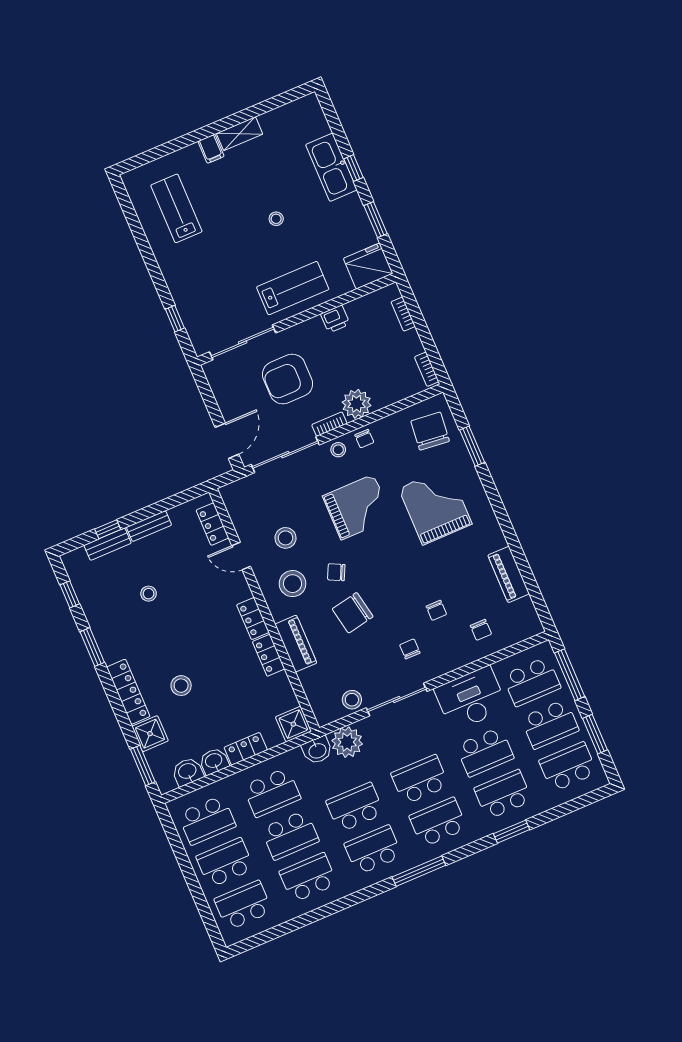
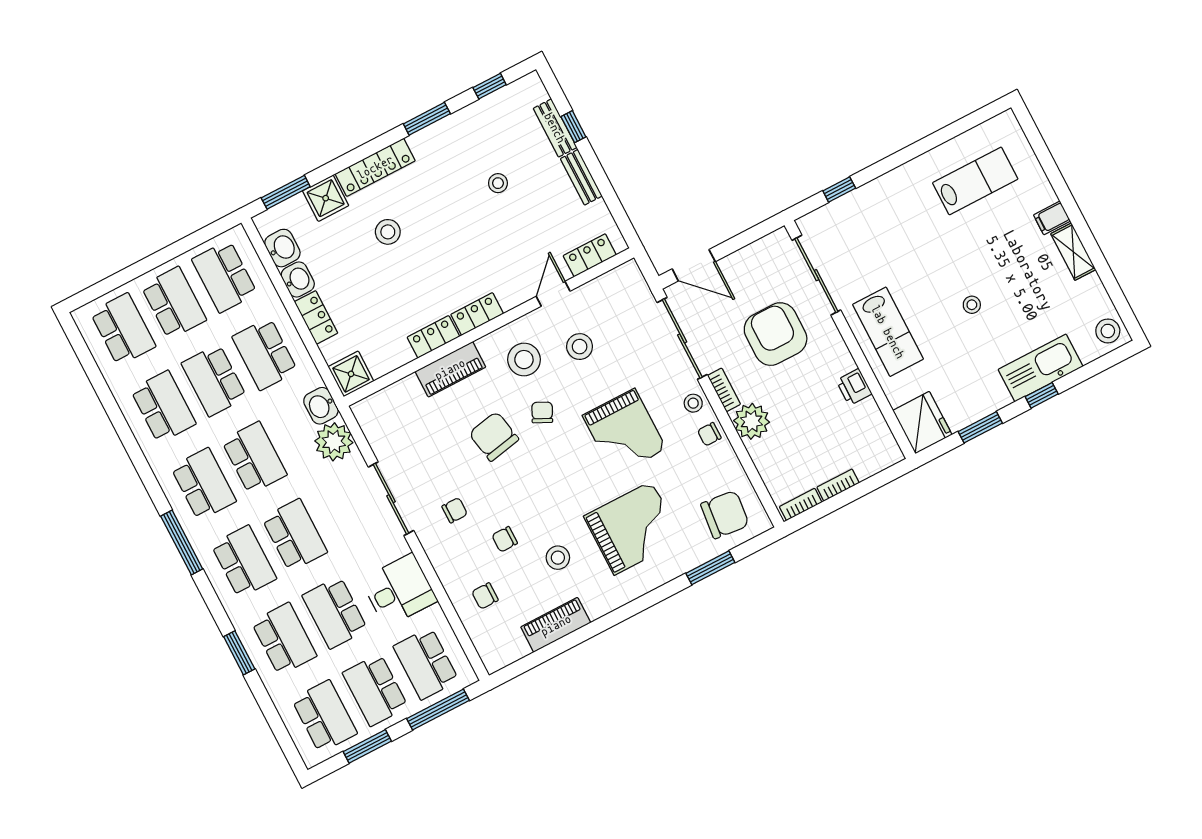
stool: (306, 111) -> (1108, 331), added
bookcase: (403, 314) -> (838, 485), moved
desk: (471, 699) -> (399, 590), width x0.73
stool: (352, 700) -> (558, 558), moved

